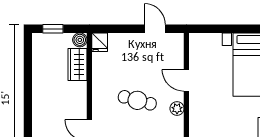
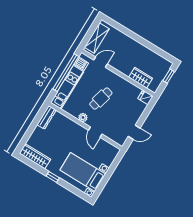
boiler: (80, 40) -> (153, 87), removed
door: (186, 80) -> (95, 132), swing flipped

